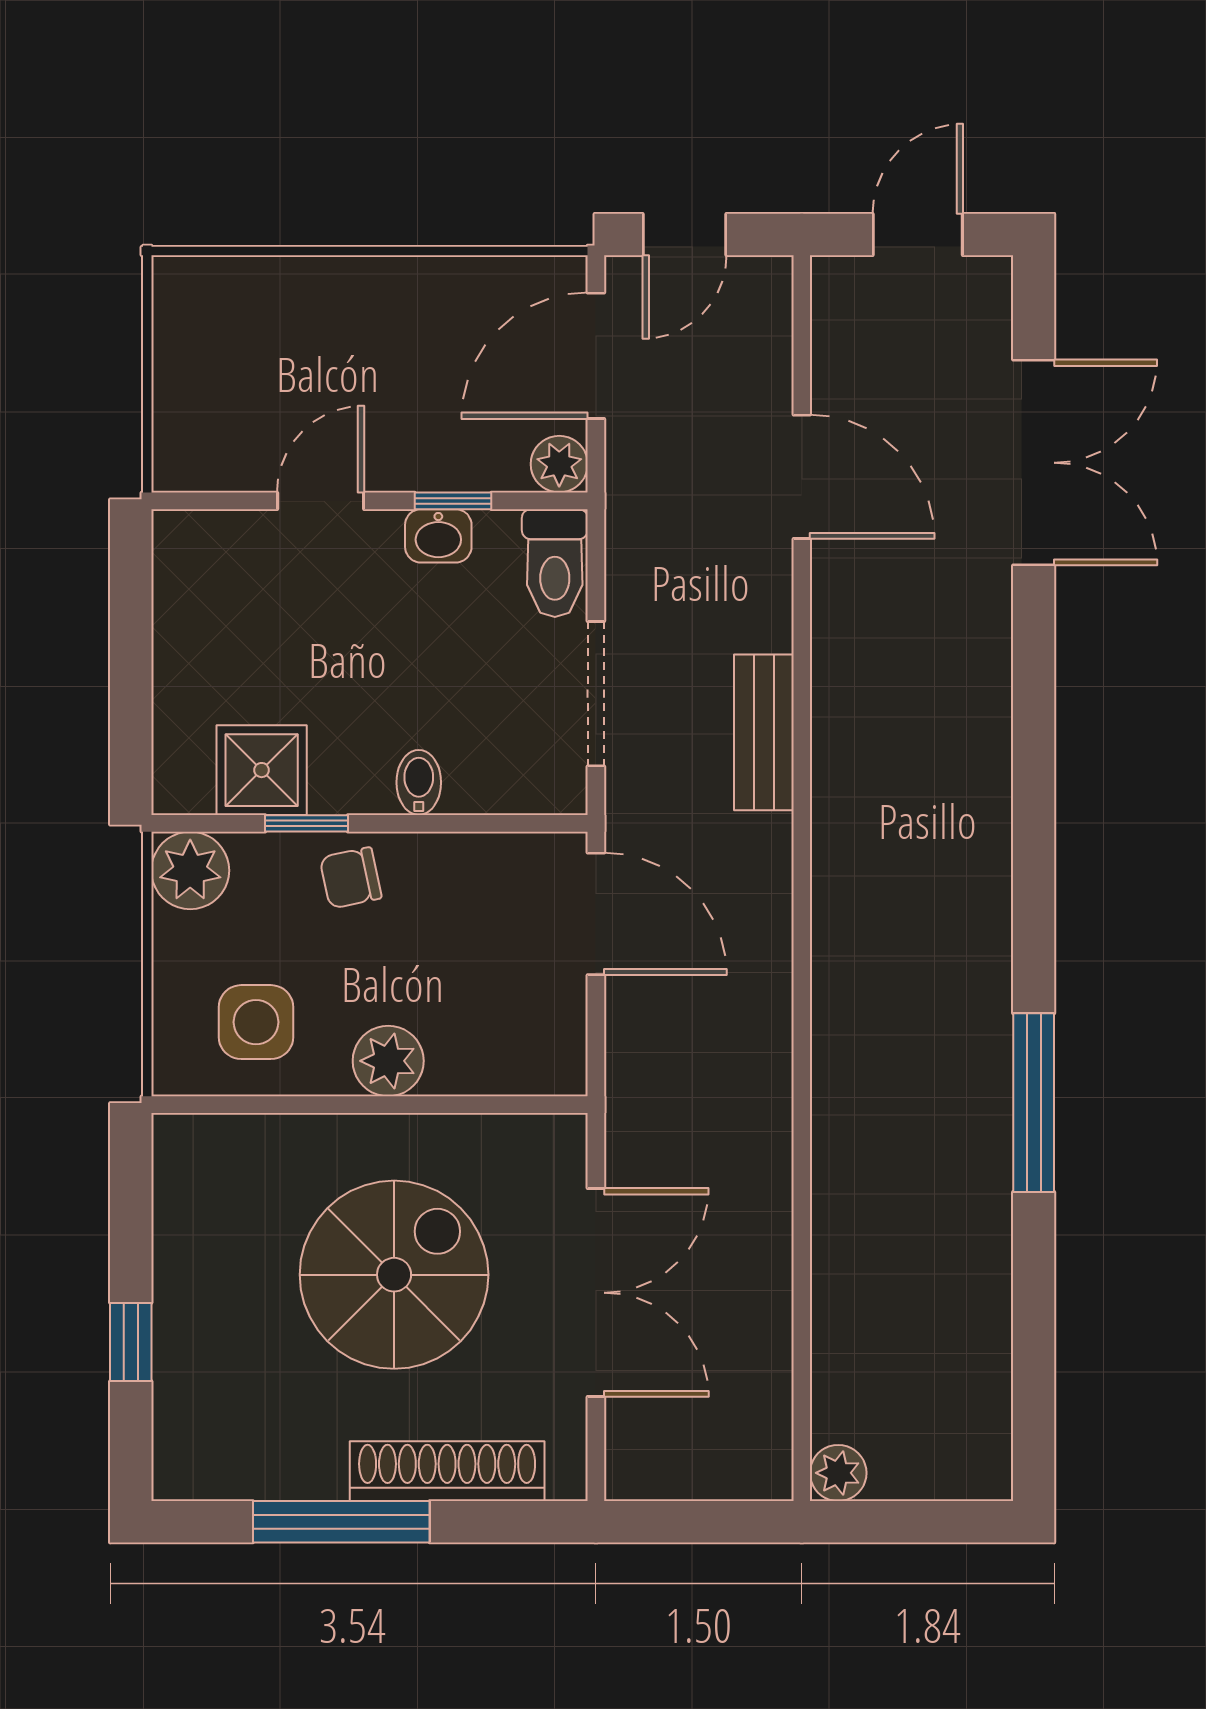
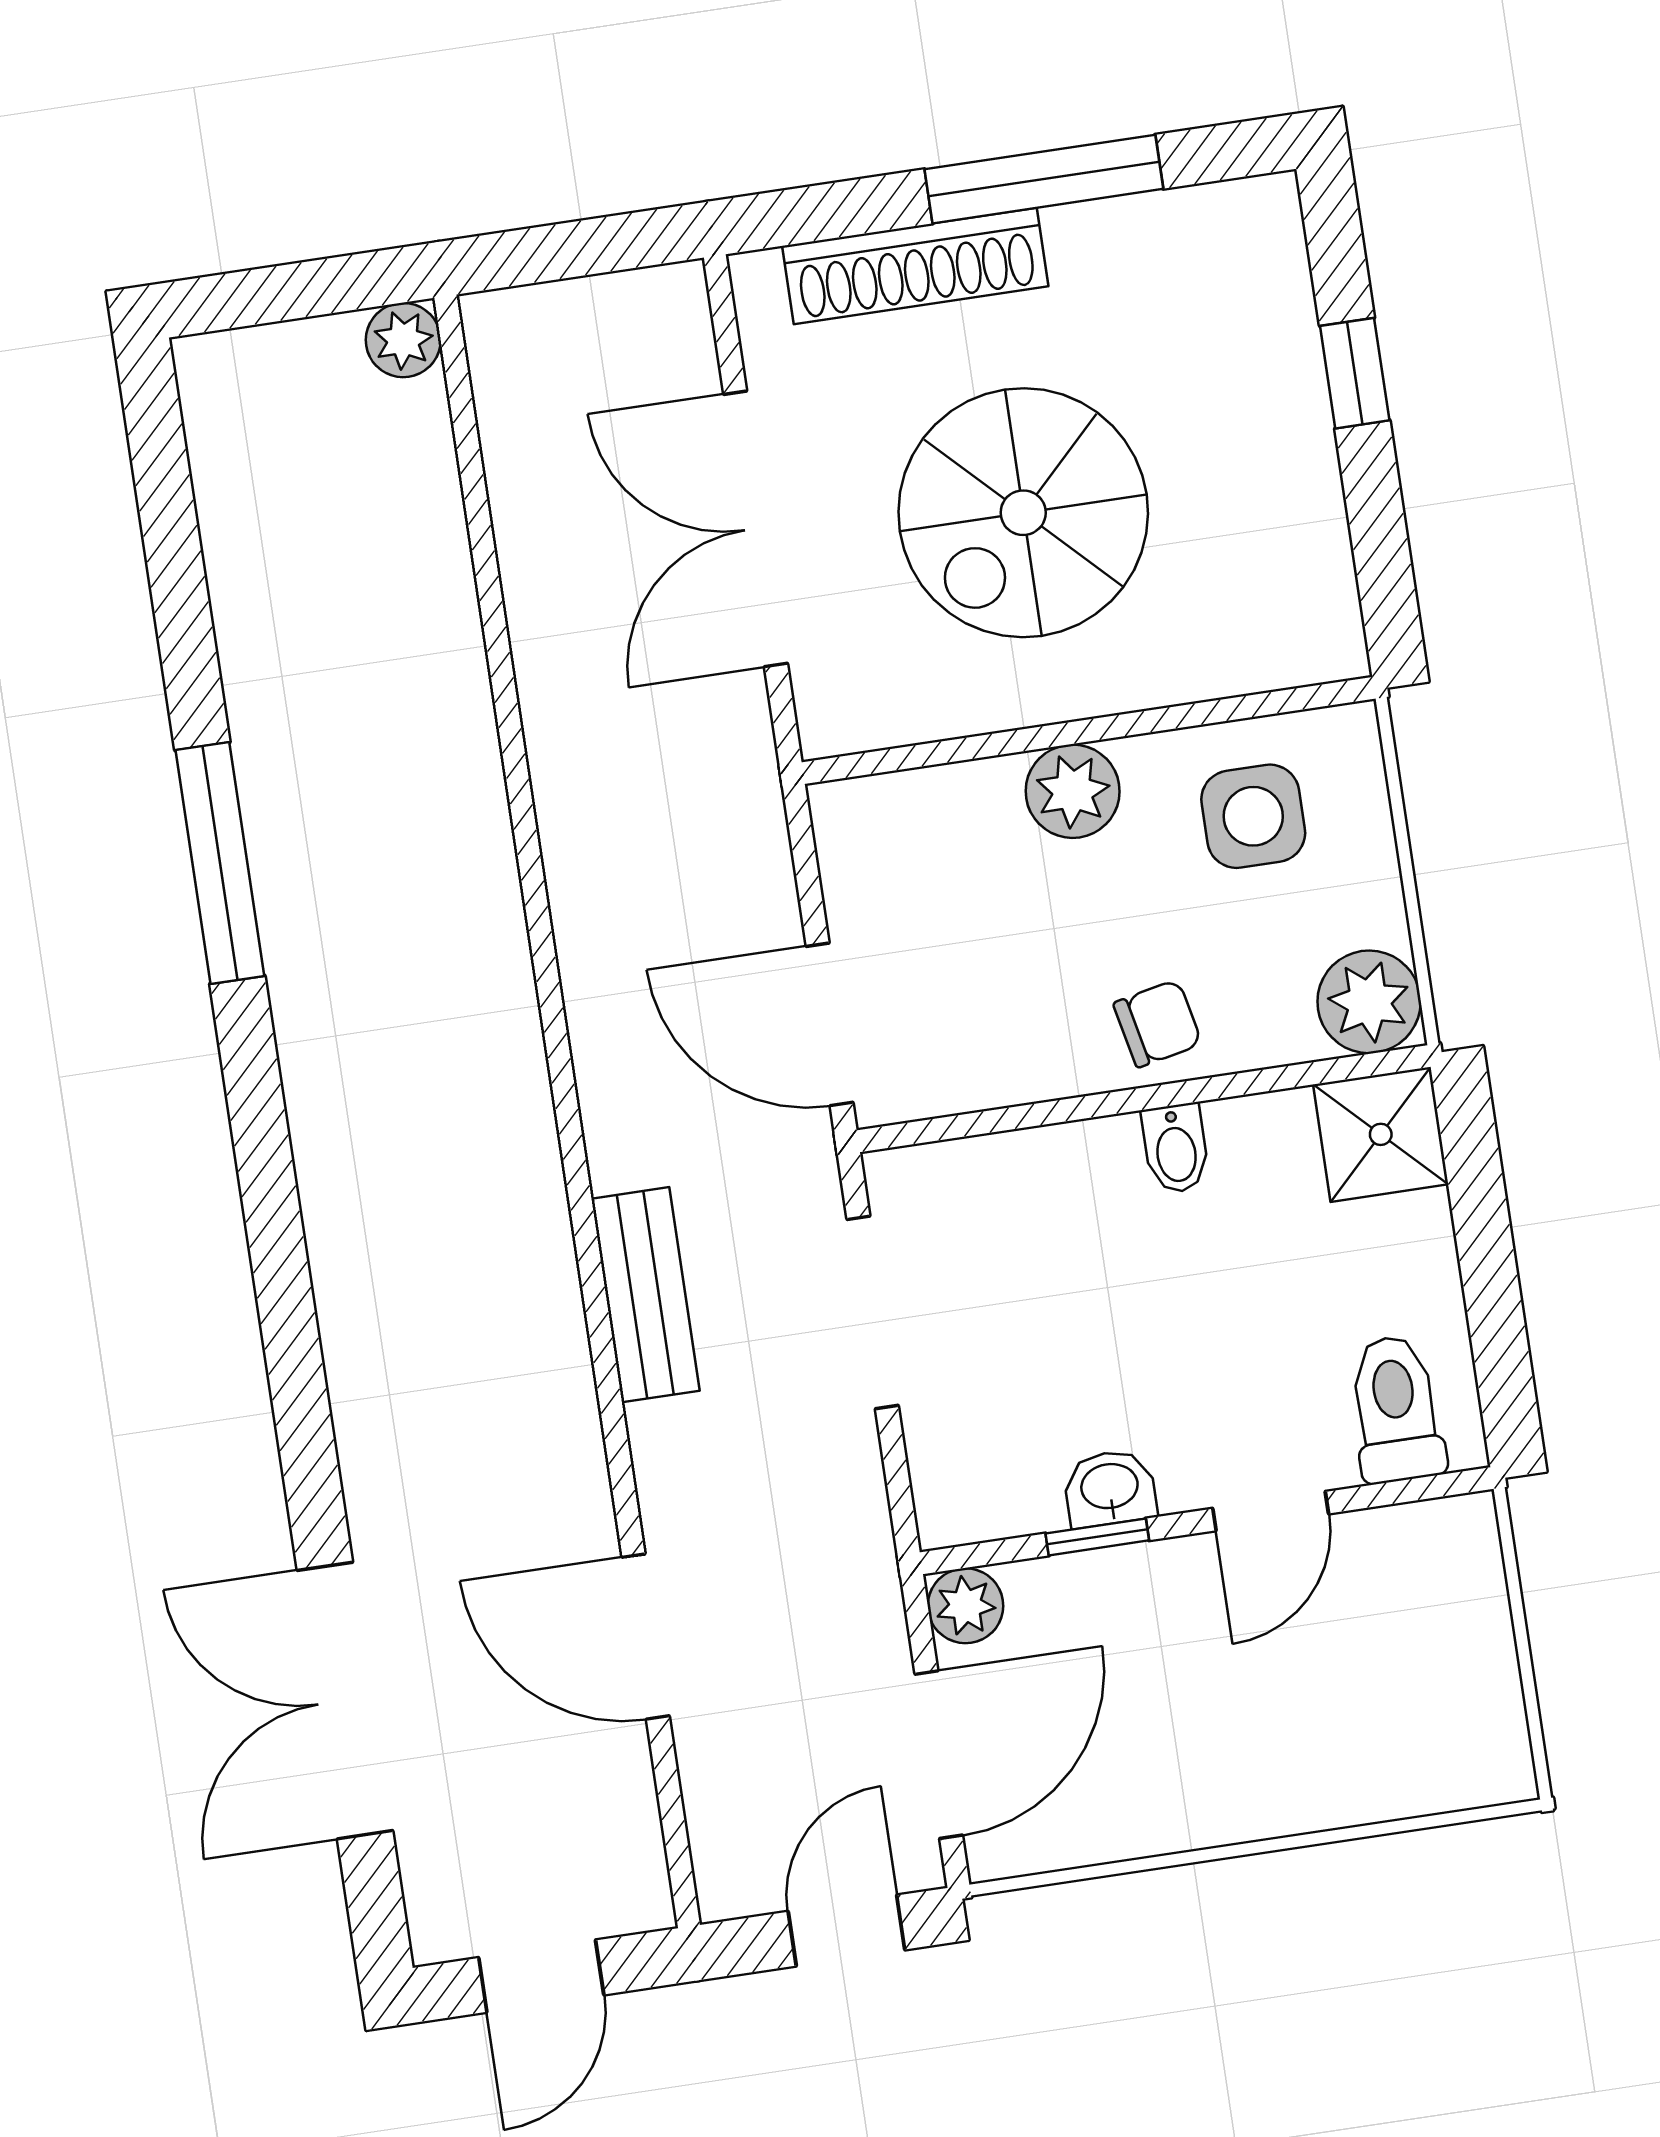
toilet: (555, 563) -> (1396, 1409), moved
shower: (262, 770) -> (1381, 1134), moved
bidet: (419, 782) -> (1176, 1148), moved
window: (307, 823) -> (1226, 1086), removed

